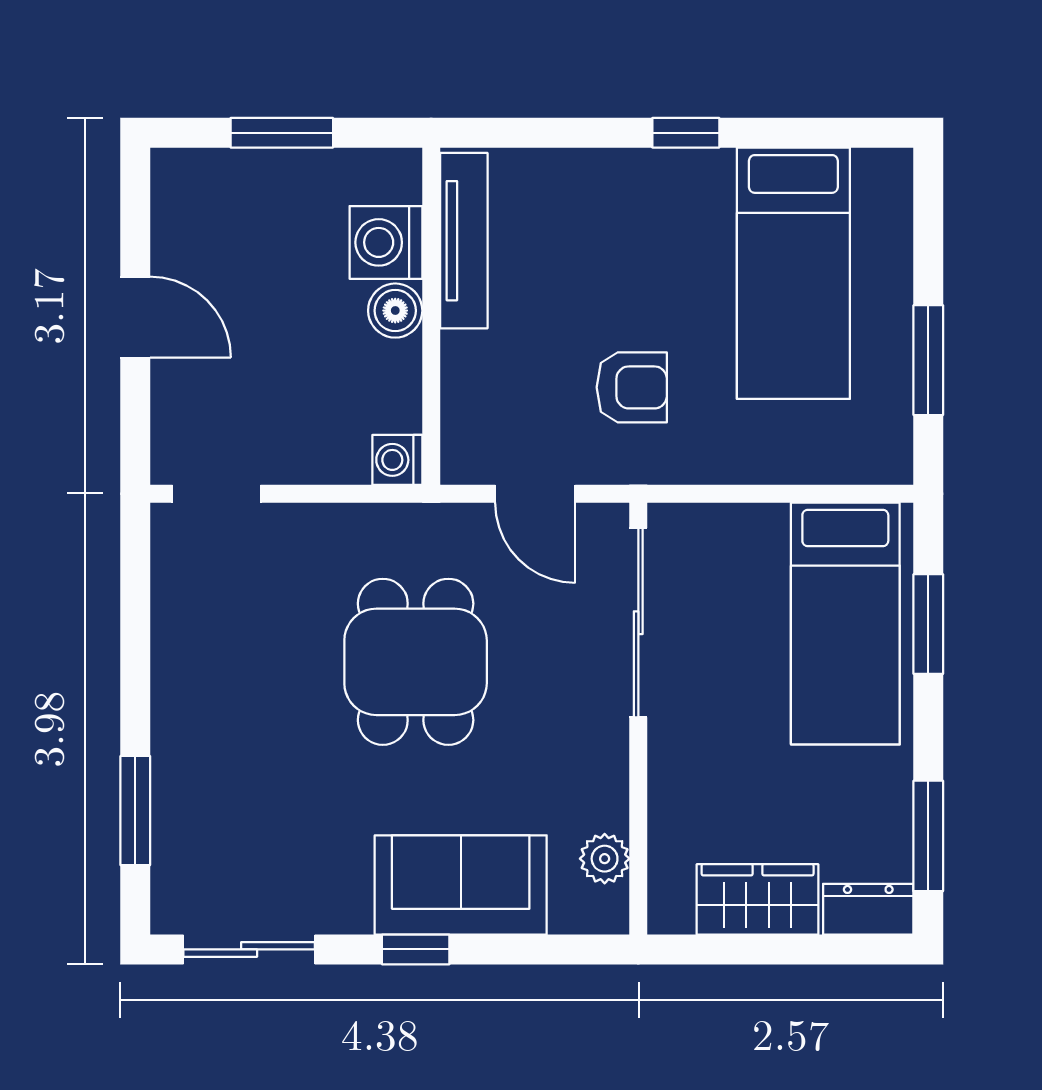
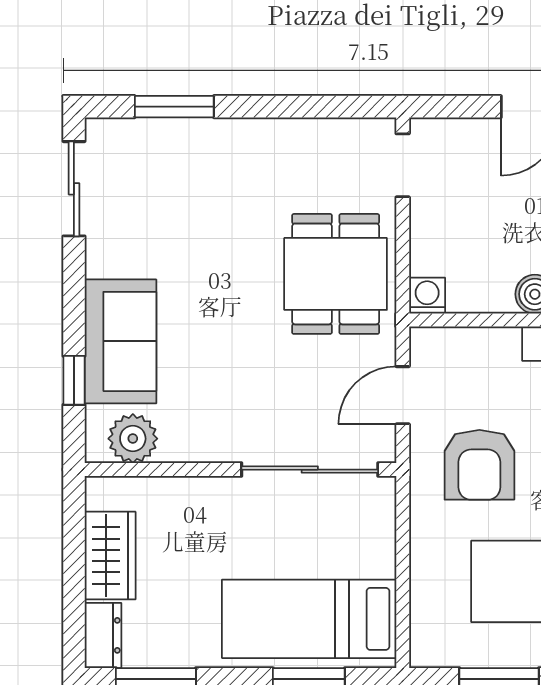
armchair: (632, 387) -> (479, 465), width x1.38, depth x1.38
dining table: (416, 662) -> (336, 274), moved, turned 90
plant: (605, 859) -> (133, 439), width x1.38, depth x1.38
window: (416, 949) -> (74, 380), moved

